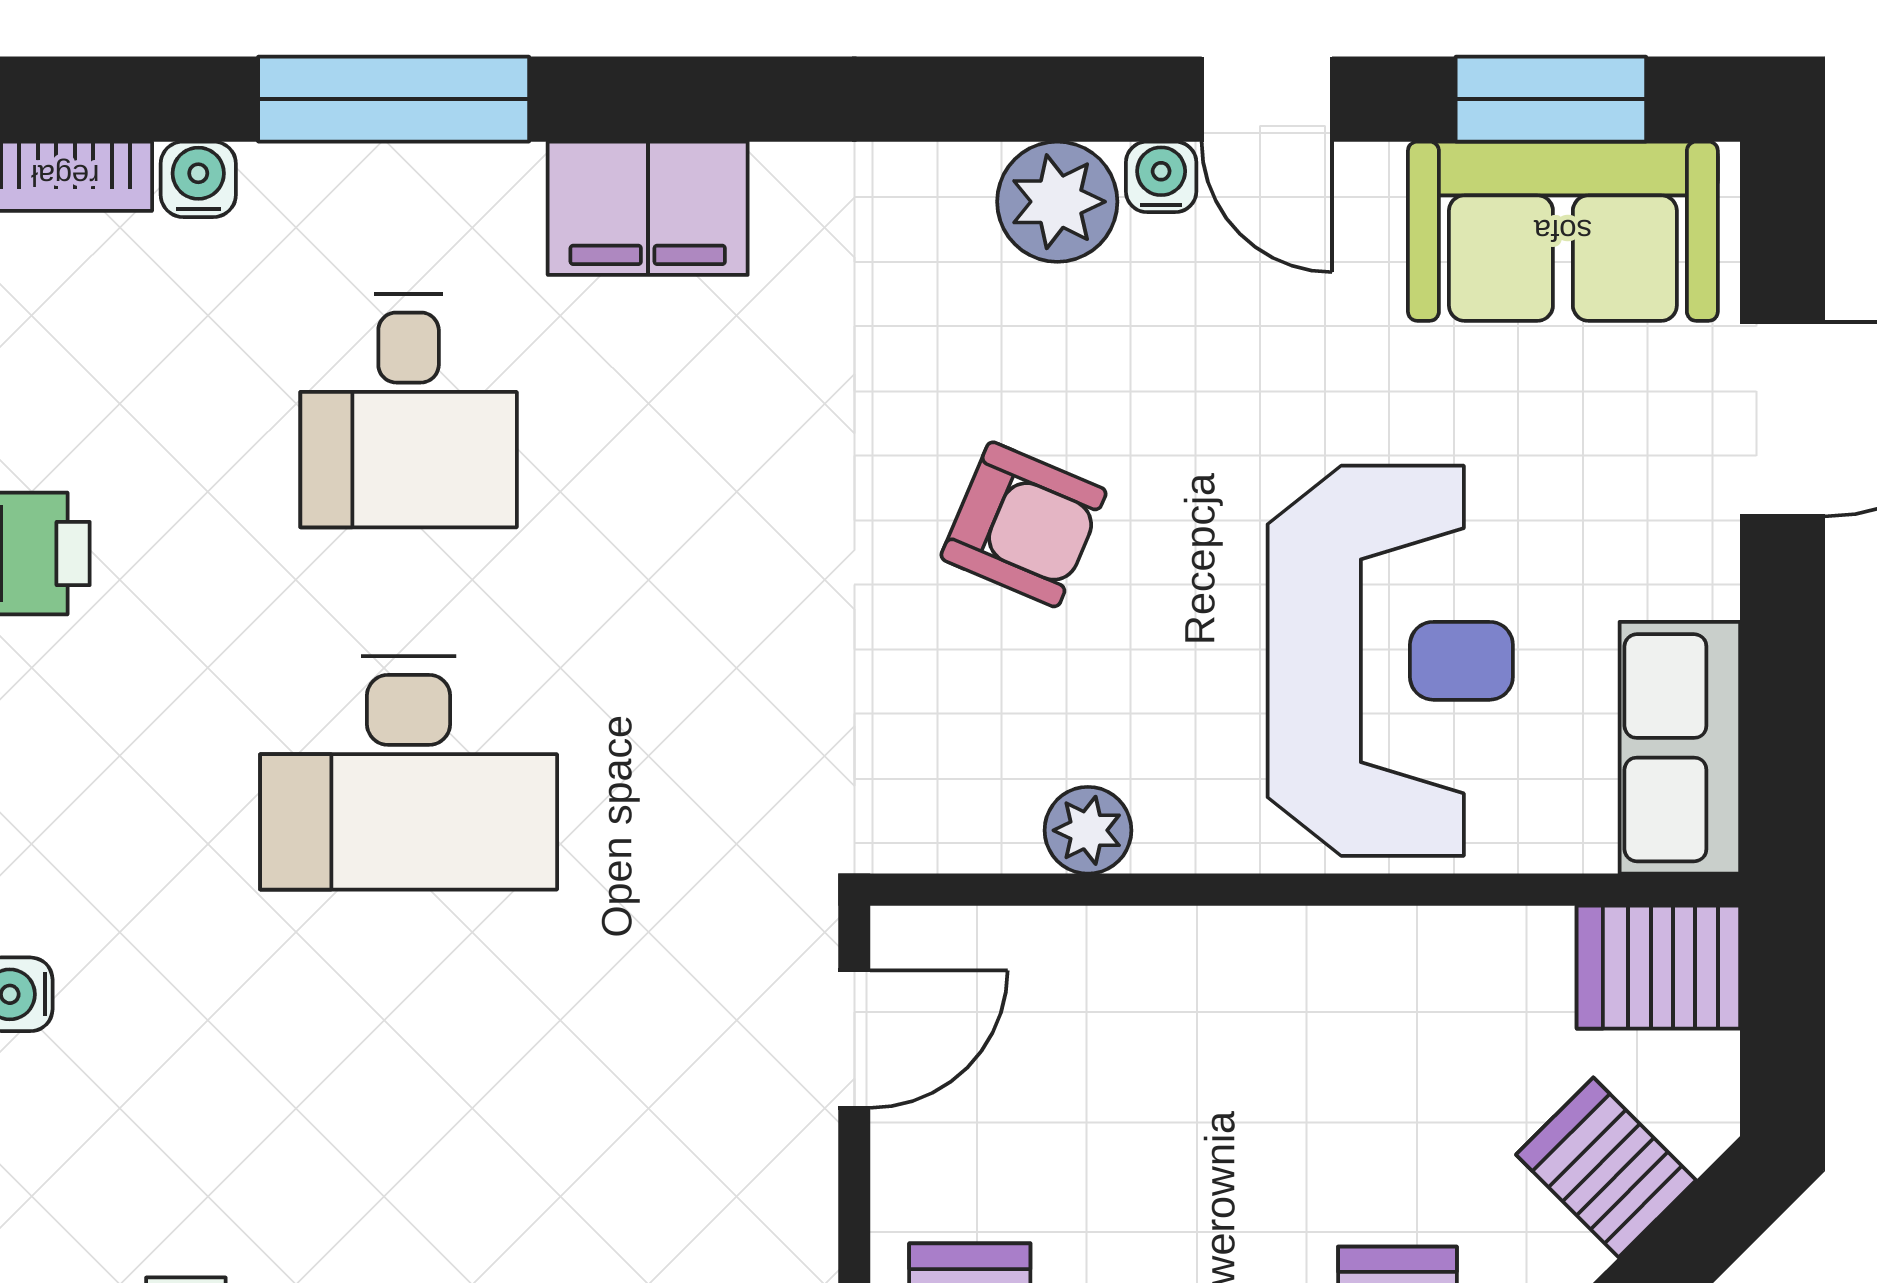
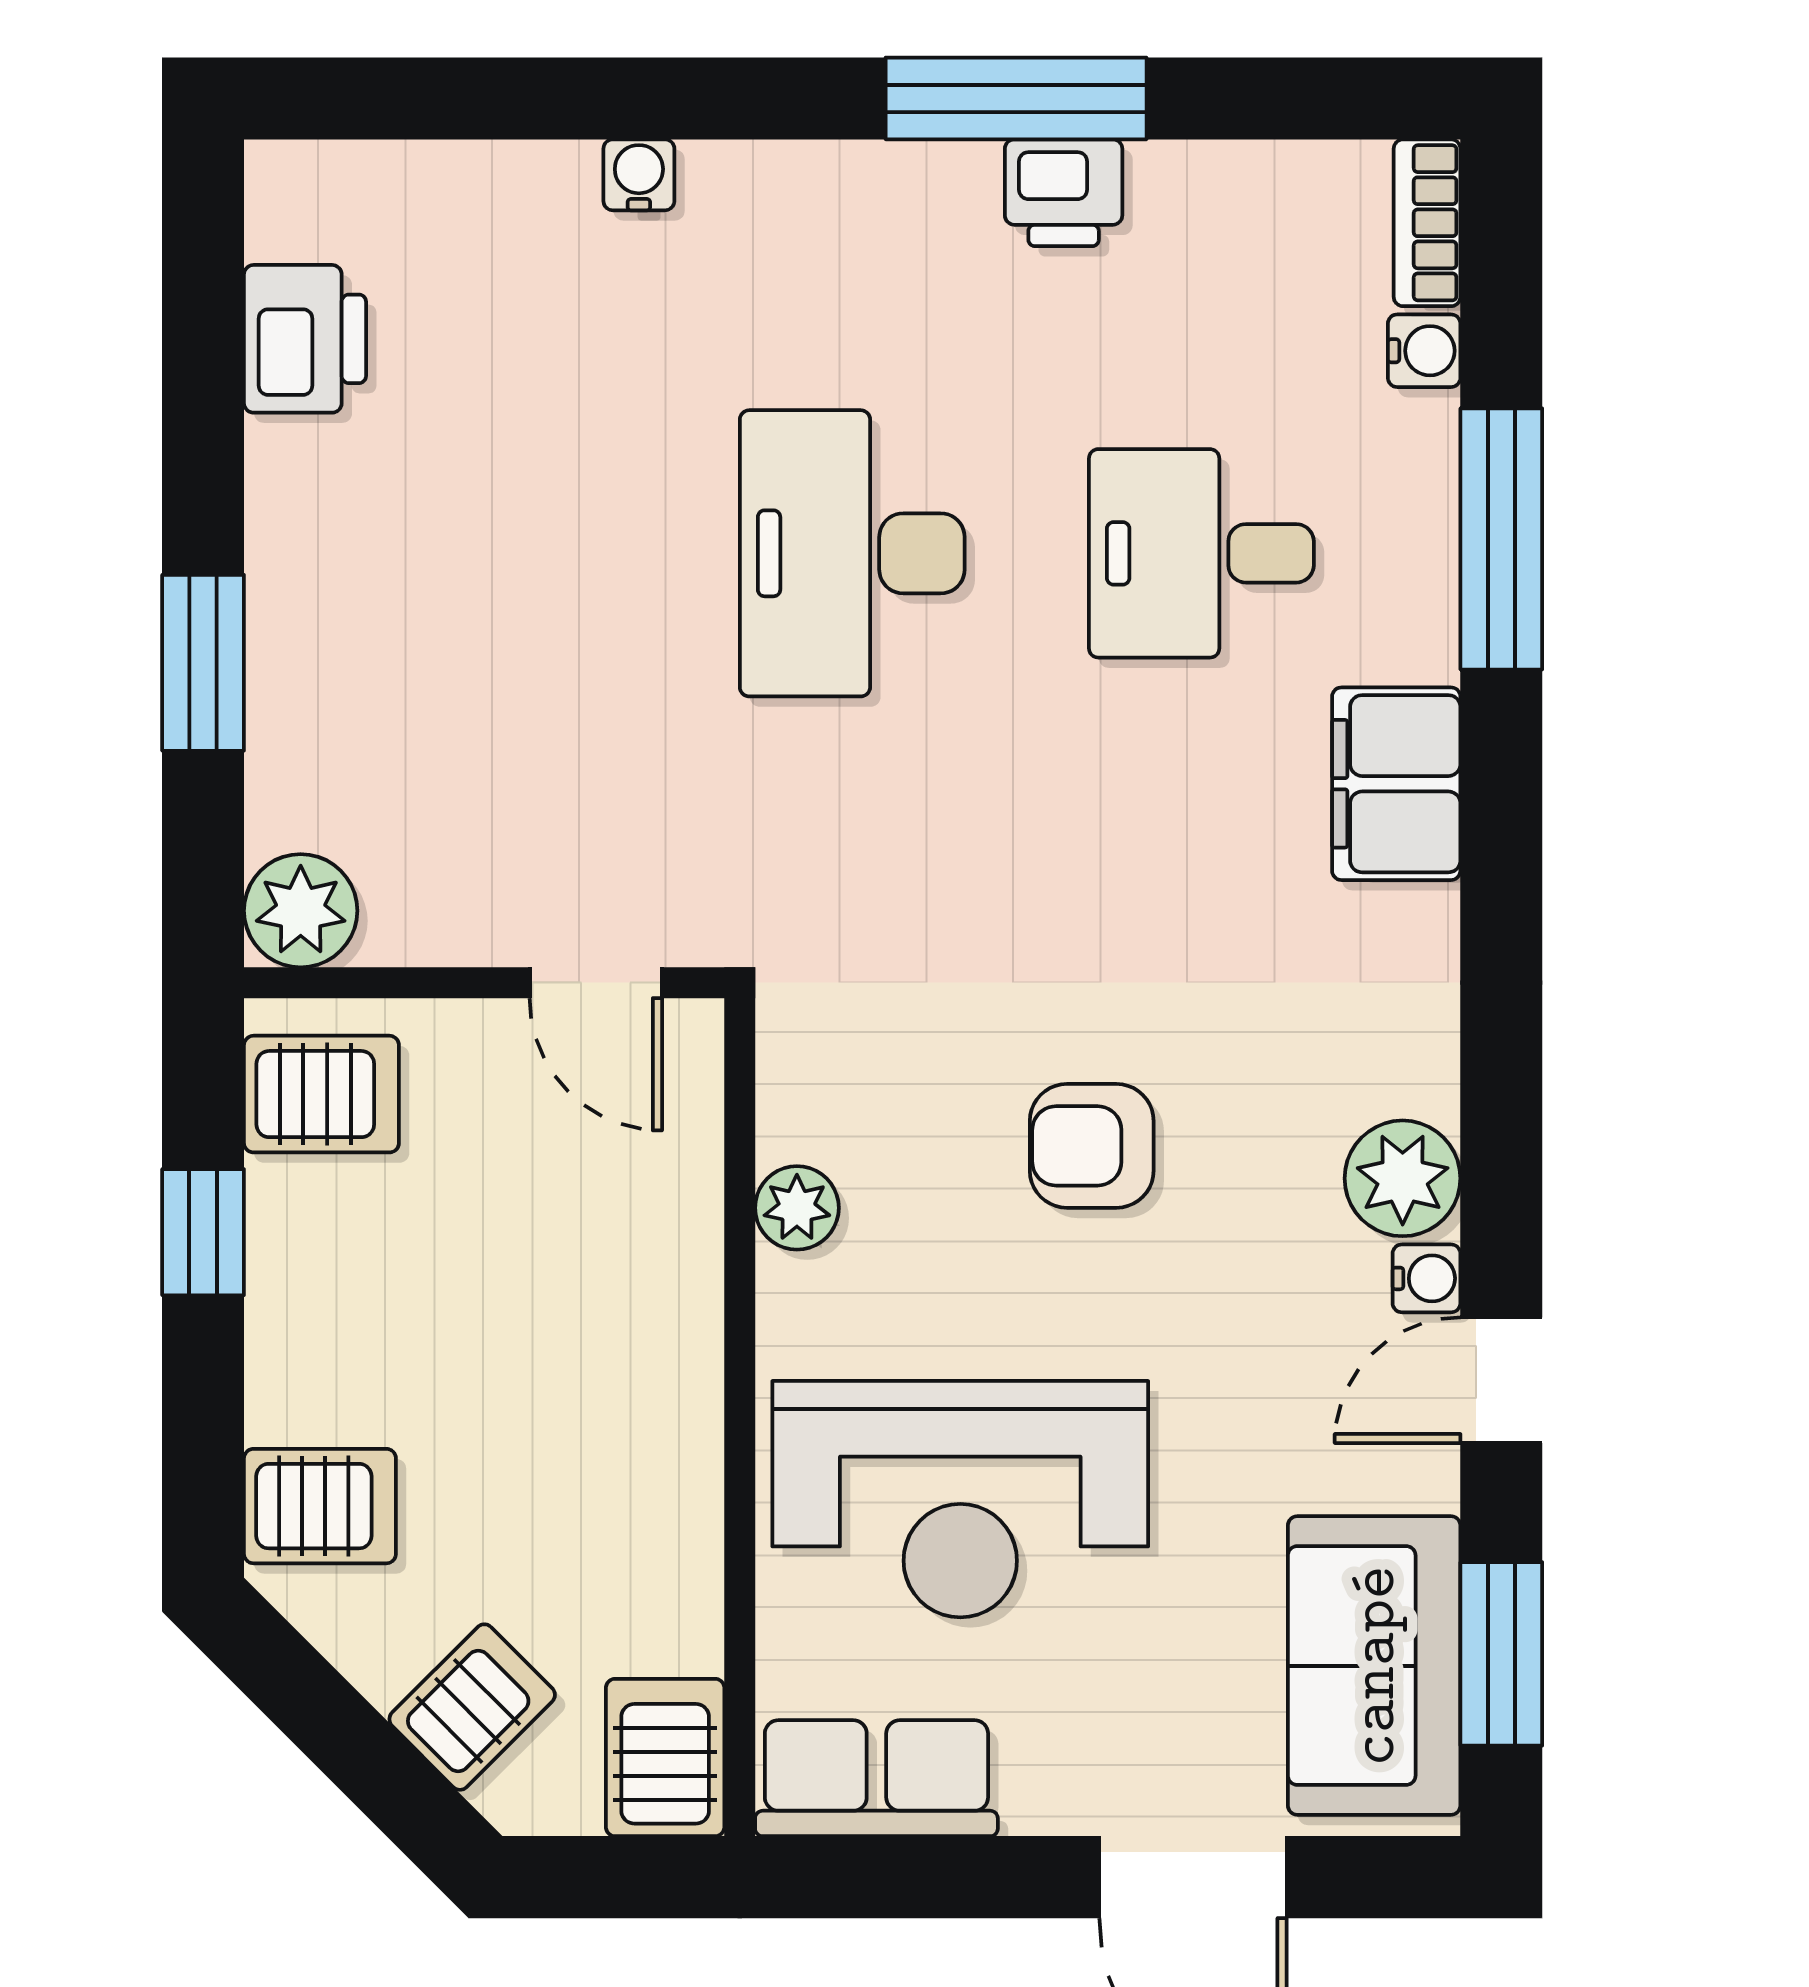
armchair: (1024, 524) -> (1092, 1146), turned 67

